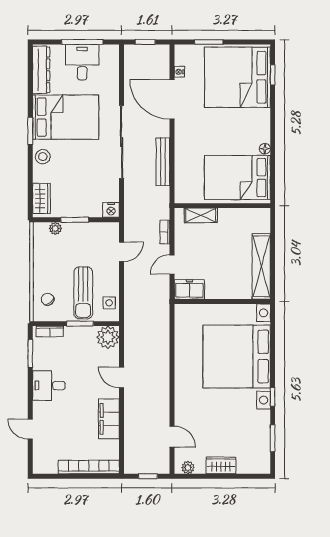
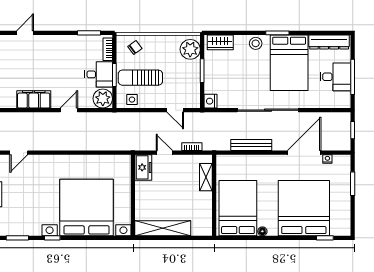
bed: (237, 77) -> (304, 208), moved
plant: (55, 228) -> (190, 49), width x1.88, depth x1.88
desk: (49, 386) -> (99, 74), moved, turned 90

